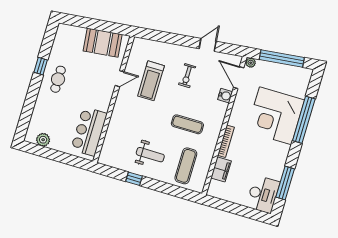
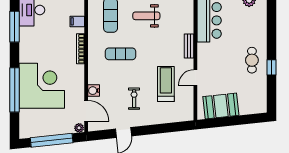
bench: (117, 112) -> (189, 46), added
filing cabinet: (221, 169) -> (77, 21), width x0.50

